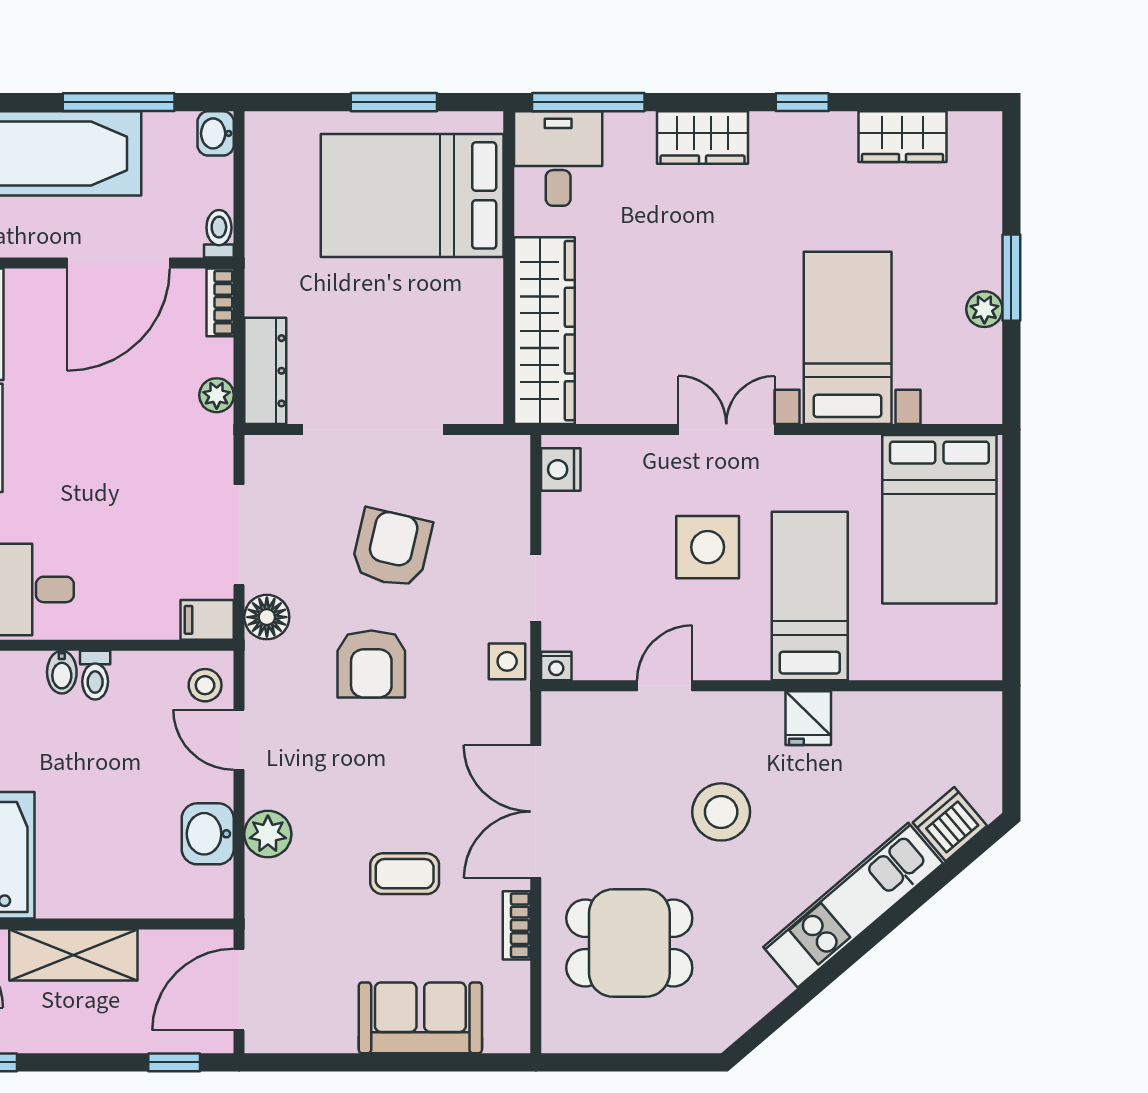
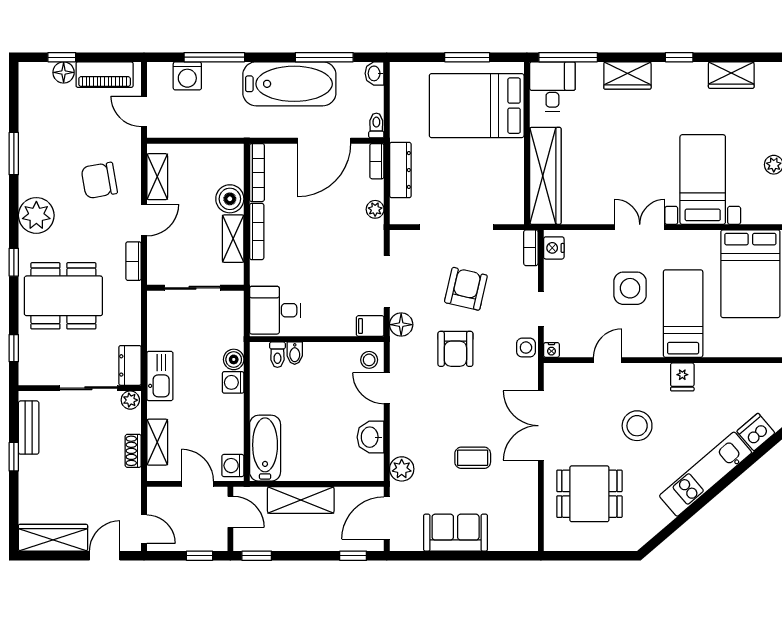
dresser: (265, 371) -> (400, 170), moved
toilet: (95, 675) -> (277, 355), moved
plant: (268, 834) -> (402, 469), moved
bookcase: (517, 925) -> (531, 248), moved
sofa: (420, 1018) -> (456, 533), moved

